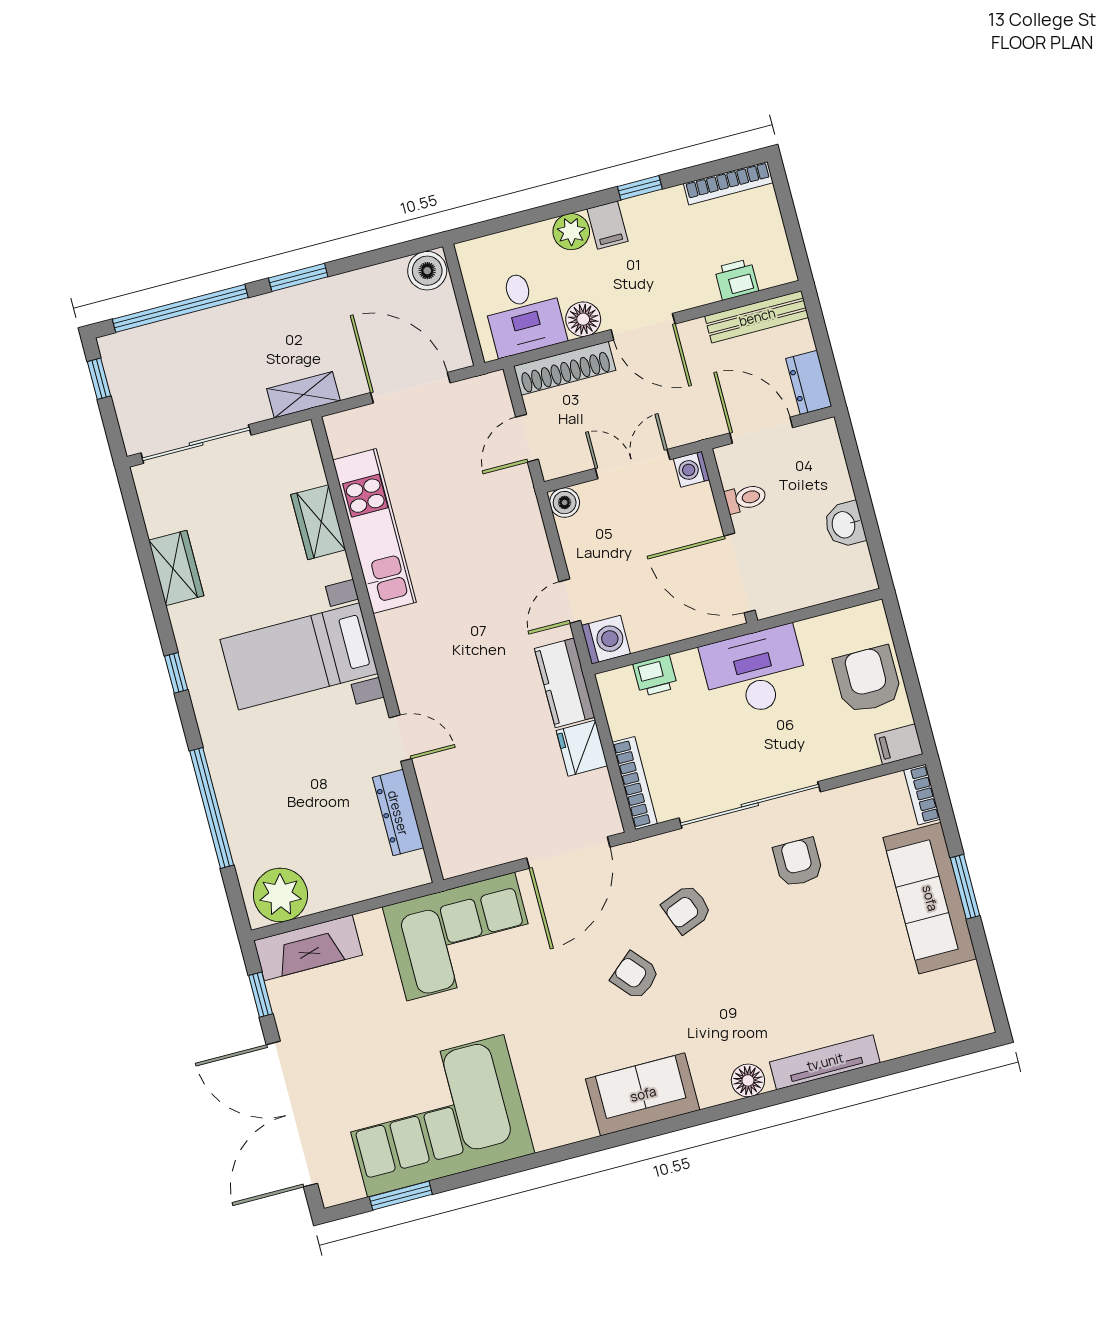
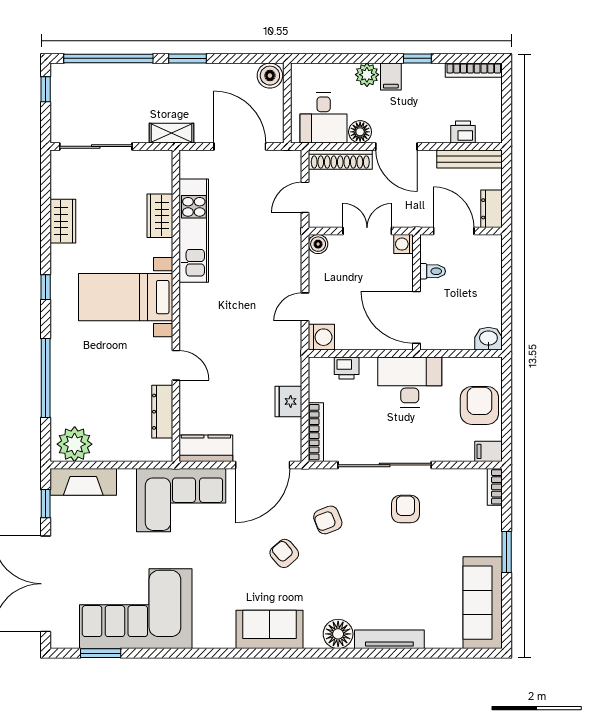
washbasin: (845, 525) -> (488, 339), moved, turned 90
kitchen counter: (565, 683) -> (206, 448), moved, turned 90
sofa: (930, 898) -> (483, 603), moved
floor lamp: (748, 1080) -> (338, 634), width x1.38, depth x1.38

